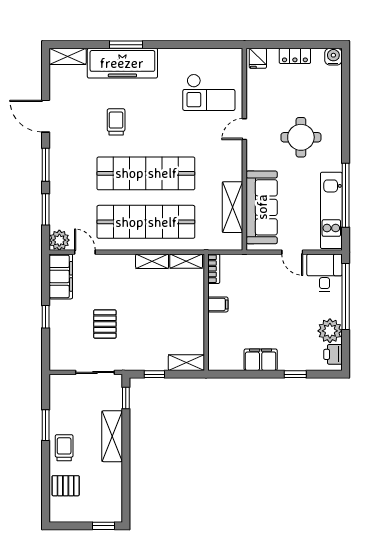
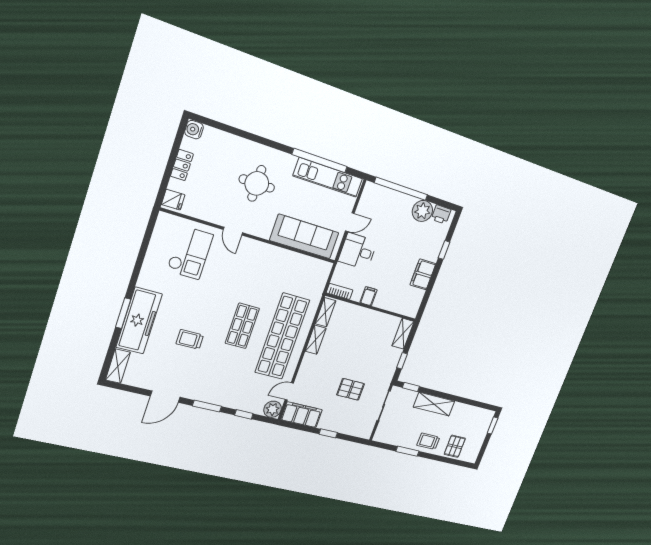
shop shelf: (146, 173) -> (242, 326), width x0.50, depth x0.74
shelving: (232, 207) -> (295, 261), removed
window: (46, 209) -> (244, 414), width x0.67
desk: (325, 273) -> (358, 251), moved

